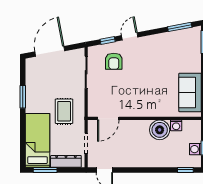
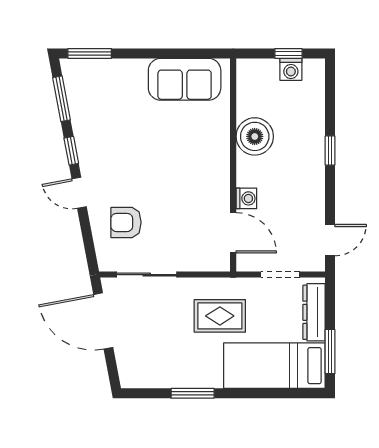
window: (108, 40) -> (71, 151), moved
door: (50, 51) -> (103, 321), moved
armchair: (114, 61) -> (126, 222), turned 180
washing machine: (176, 125) -> (246, 198), moved
window: (185, 170) -> (330, 151), moved

